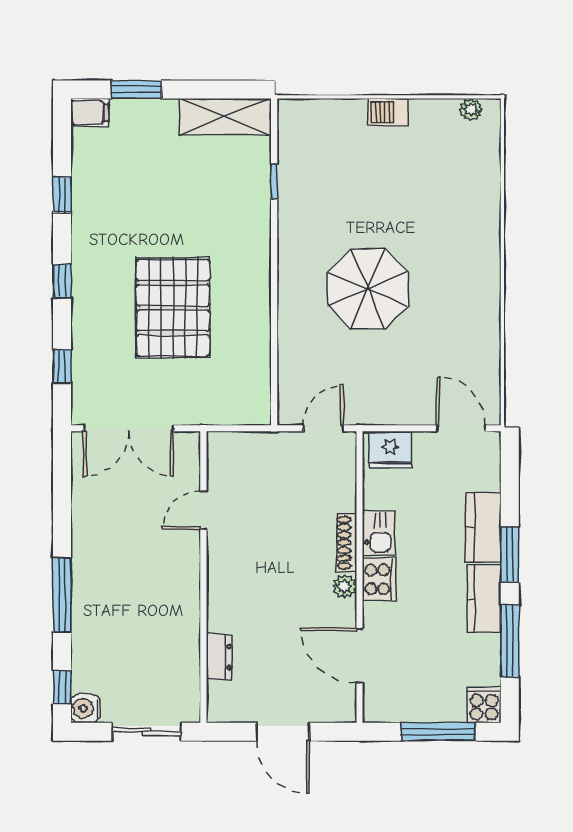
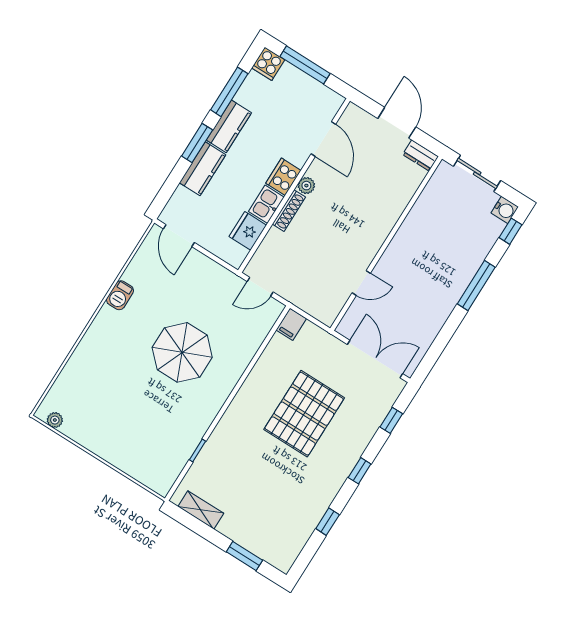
barbecue: (388, 112) -> (120, 295), moved, turned 90
filing cabinet: (90, 113) -> (291, 324), moved, turned -90
shelving: (225, 117) -> (201, 510), width x0.67, depth x0.75
fridge: (390, 450) -> (248, 231), moved, turned -90
dresser: (219, 657) -> (421, 155), moved, turned -90

